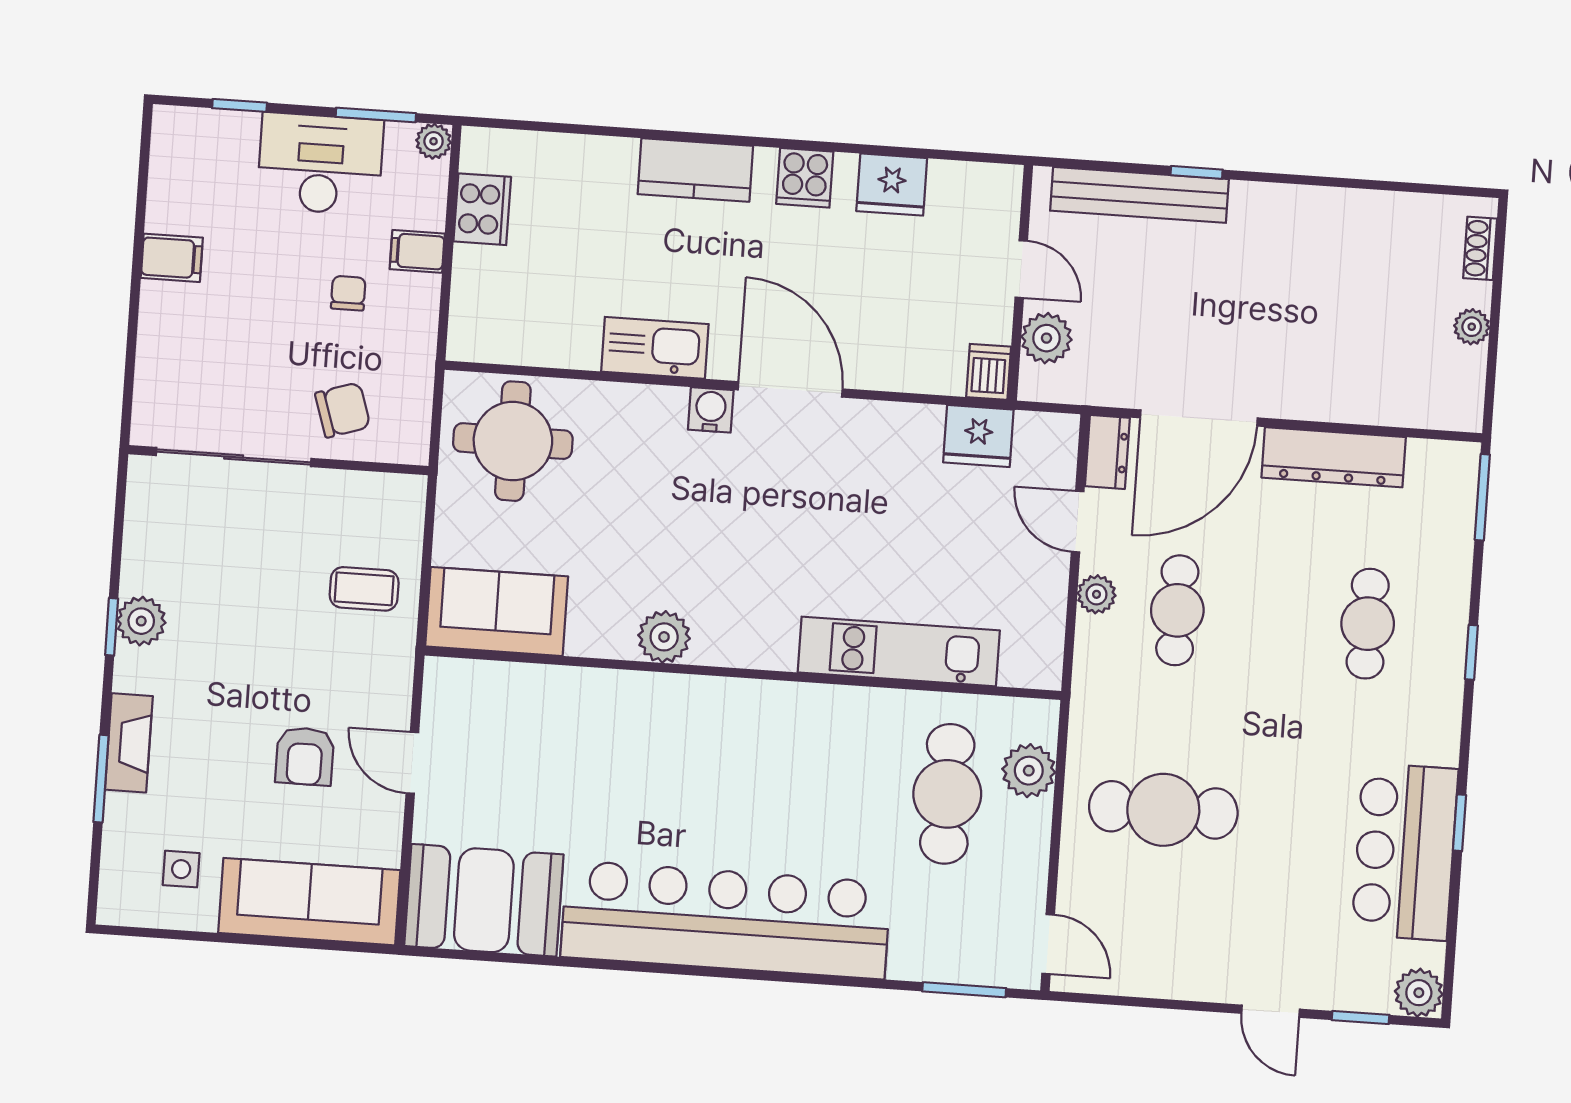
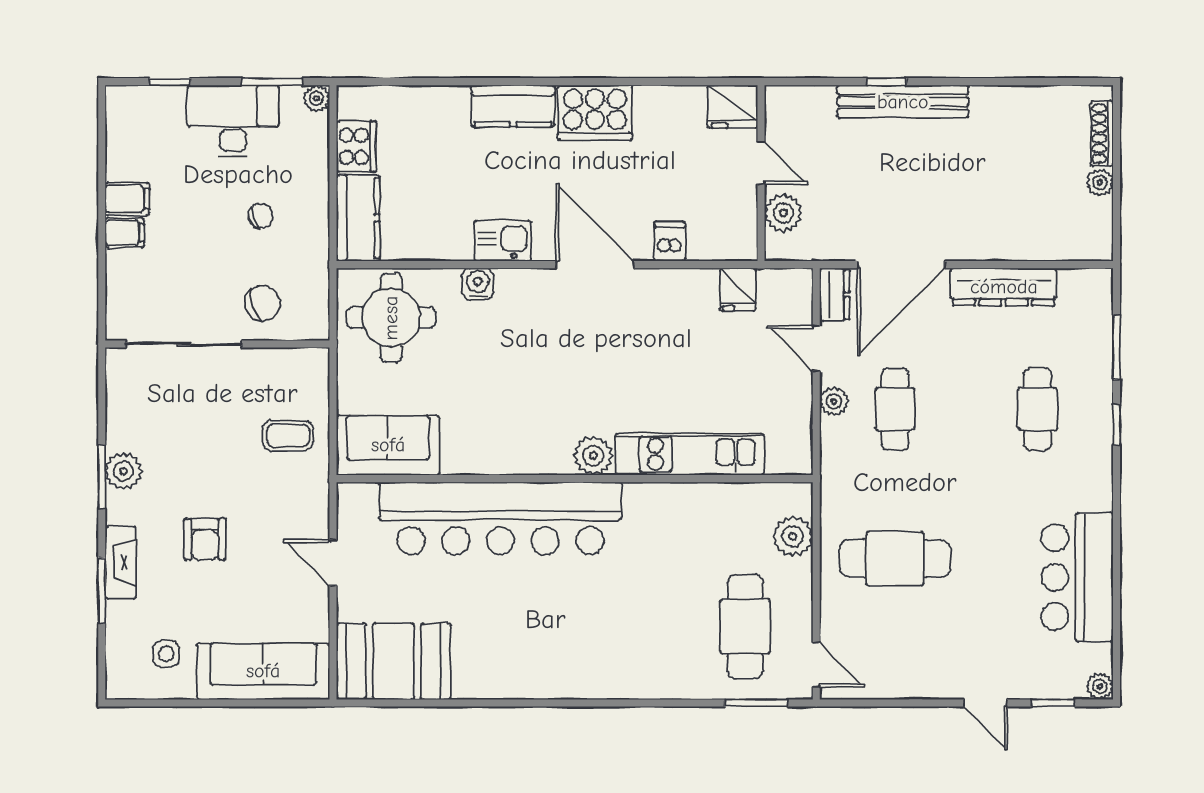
cooker: (805, 178) -> (595, 113), width x1.87, depth x1.31
fridge: (892, 185) -> (732, 107), moved
bench: (1139, 195) -> (903, 102), moved
shoe rack: (1480, 248) -> (1102, 133), width x1.43
filing cabinet: (417, 251) -> (125, 233), moved, turned 180
chair: (348, 293) -> (261, 216), turned 72
kitchen counter: (478, 305) -> (358, 218), added
kitchen sink: (655, 348) -> (503, 241), width x0.73
dishwasher: (989, 372) -> (670, 241), moved
water cooler: (711, 410) -> (478, 284), moved
fridge: (978, 436) -> (738, 290), width x0.72
window: (1482, 497) -> (1117, 347), moved
window: (112, 627) -> (102, 477), width x1.50
plant: (664, 637) -> (593, 456), moved
armchair: (305, 756) -> (205, 539), moved
cafe table: (947, 794) -> (745, 626), moved
window: (1460, 823) -> (1117, 553), removed
bar counter: (726, 920) -> (500, 518), moved, turned 180
plant: (1419, 993) -> (1100, 686), width x0.73, depth x0.73

